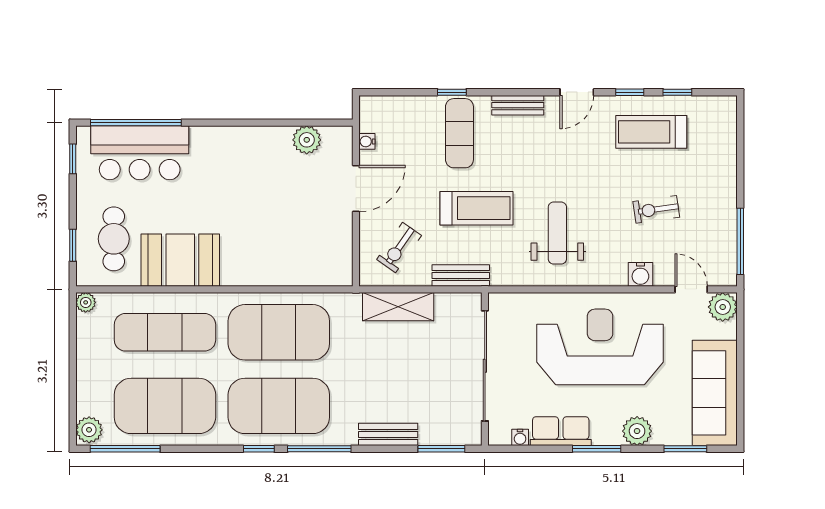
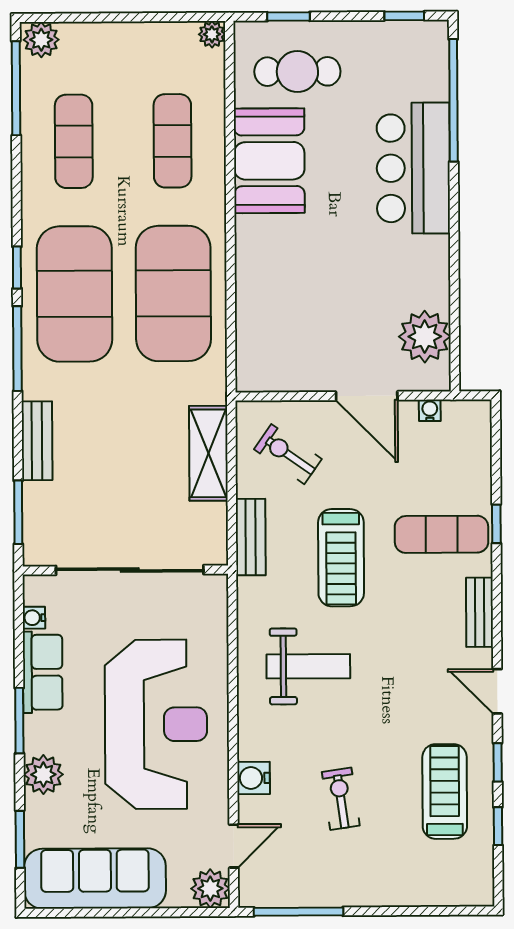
plant: (307, 140) -> (425, 337), width x1.36, depth x1.36
bar counter: (140, 153) -> (413, 168), moved
exercise mat: (165, 332) -> (172, 141), width x0.73, depth x0.69
exercise mat: (165, 406) -> (74, 141), width x0.50, depth x0.69

